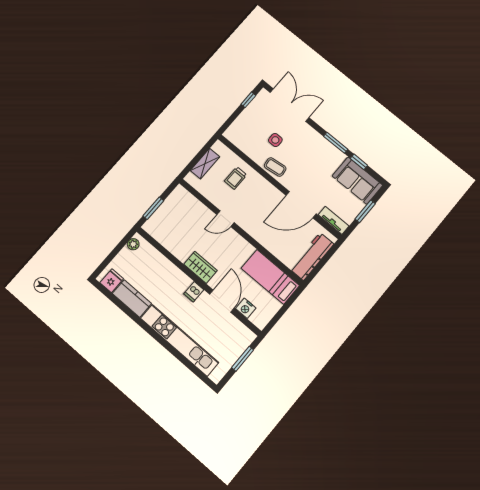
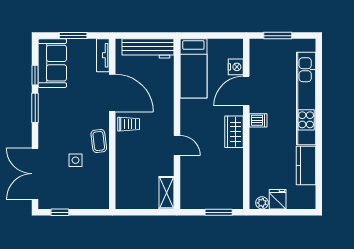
shelving: (205, 164) -> (166, 193), moved, turned 90
trolley: (236, 178) -> (129, 124), moved
fridge: (112, 281) -> (278, 199), moved, turned 90

